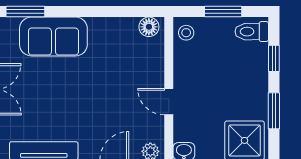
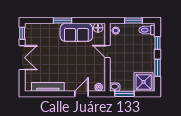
window: (25, 12) -> (63, 20), moved
sofa: (53, 36) -> (76, 32), moved
door: (169, 102) -> (107, 51), moved

